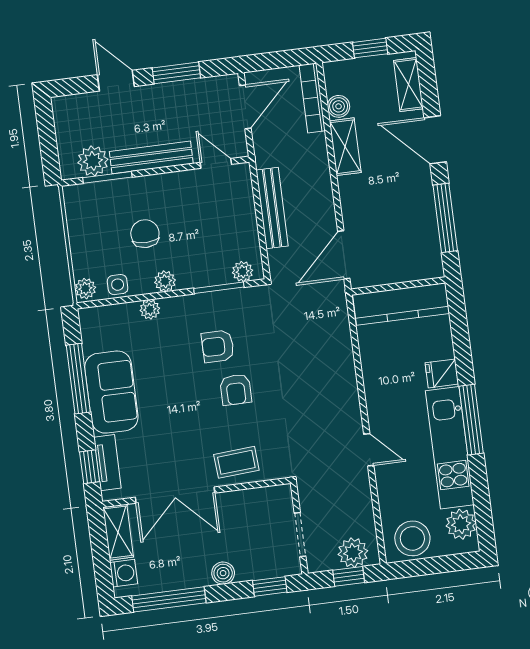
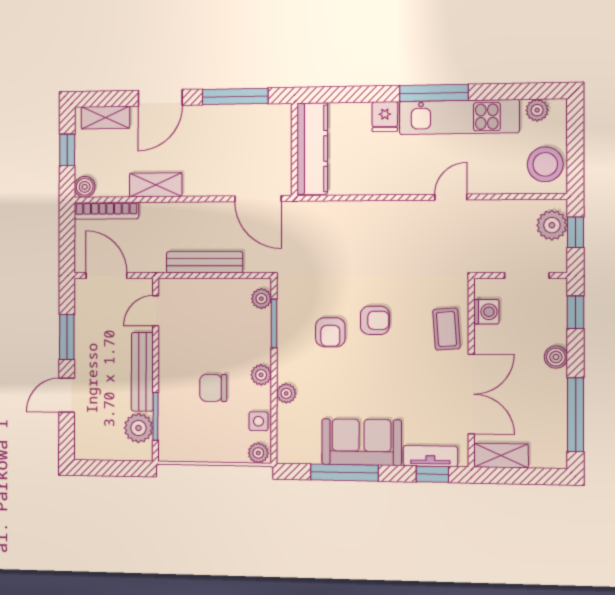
boiler: (339, 106) -> (85, 187), moved
plant: (461, 524) -> (537, 110), width x0.73, depth x0.73
washing machine: (124, 573) -> (486, 312), moved, turned 90

